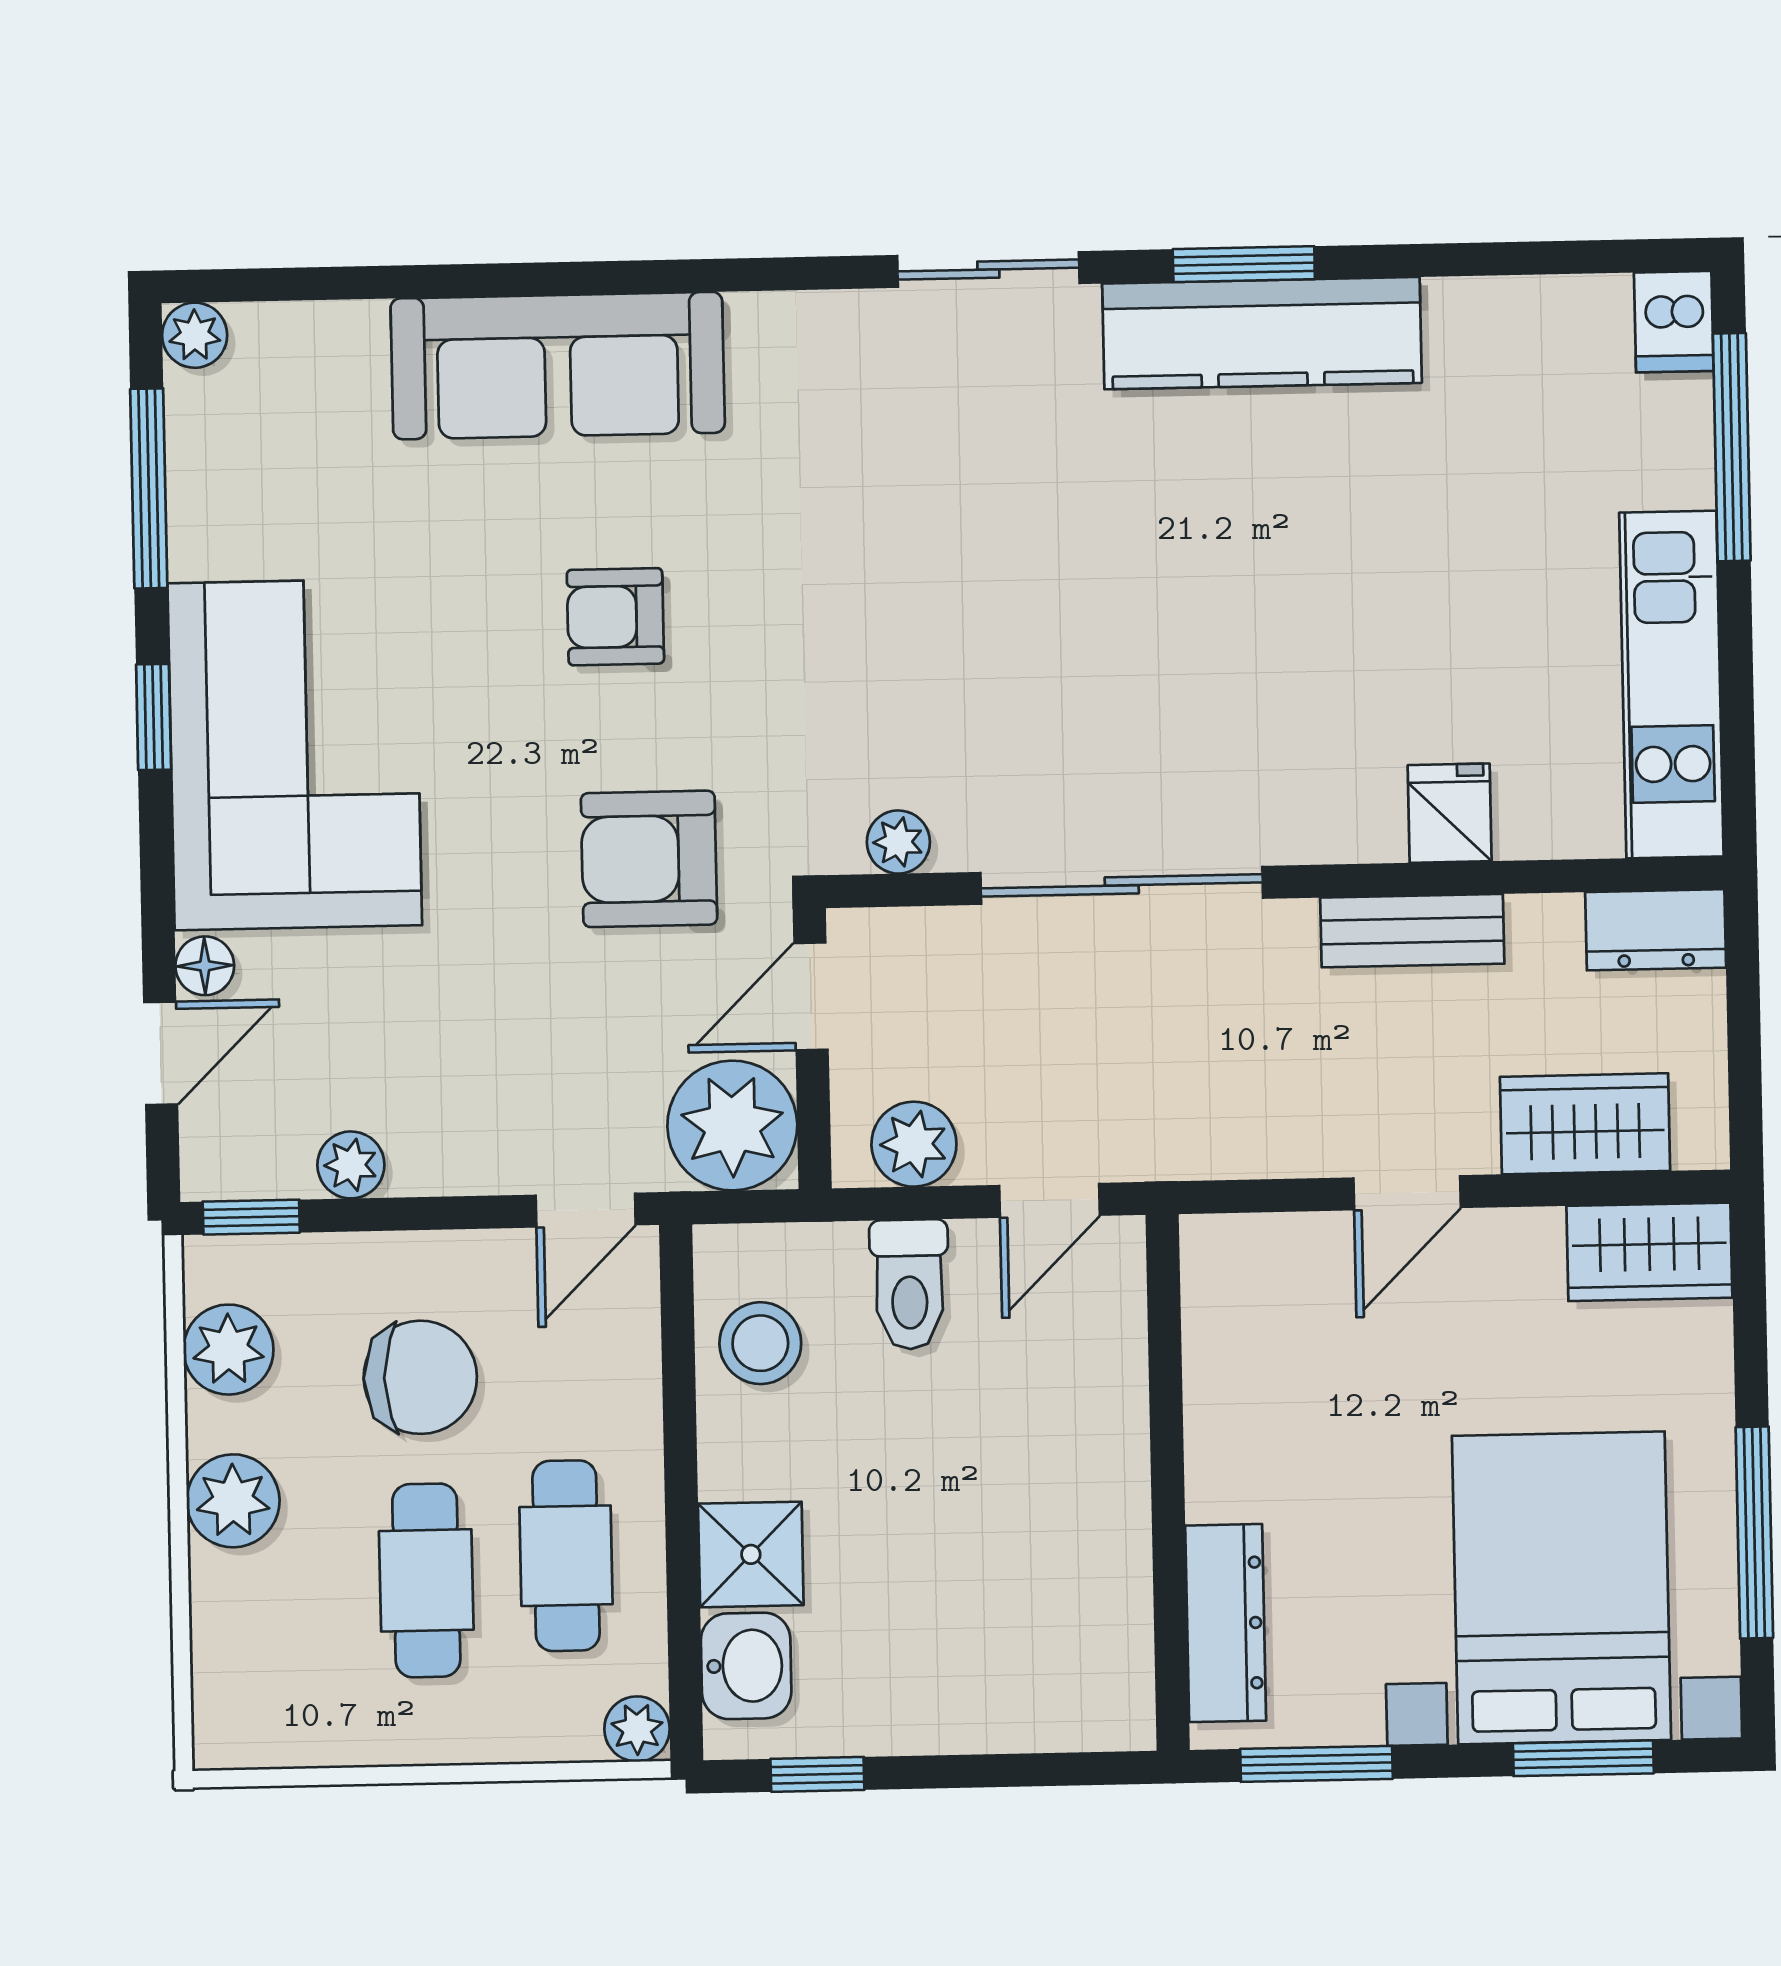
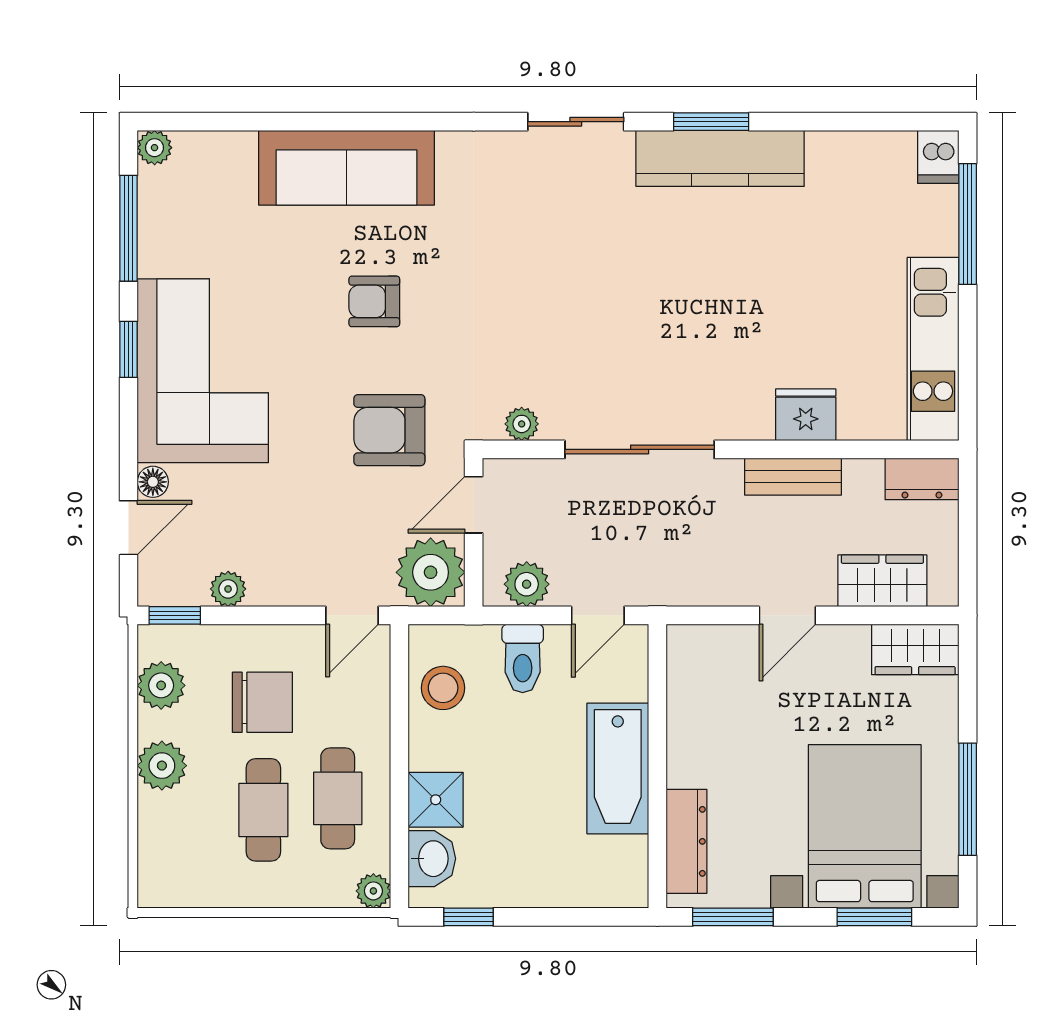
fridge: (1450, 813) -> (806, 415), width x1.38
bathtub: (1093, 1488) -> (618, 768), added

